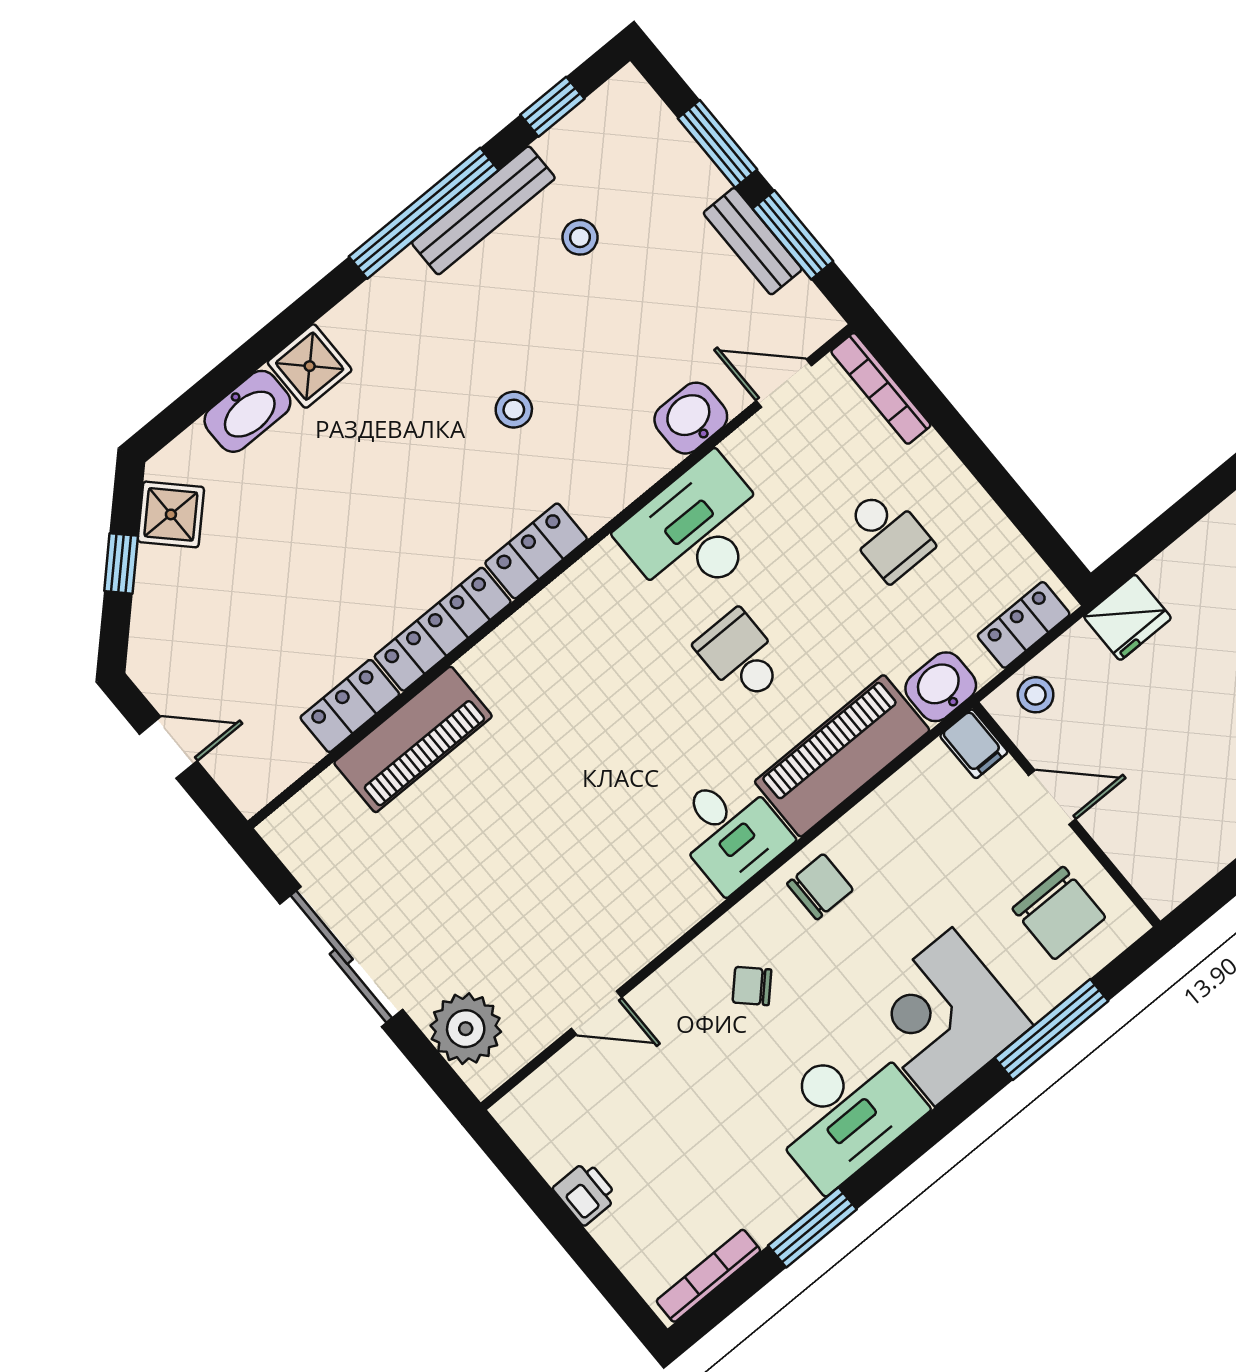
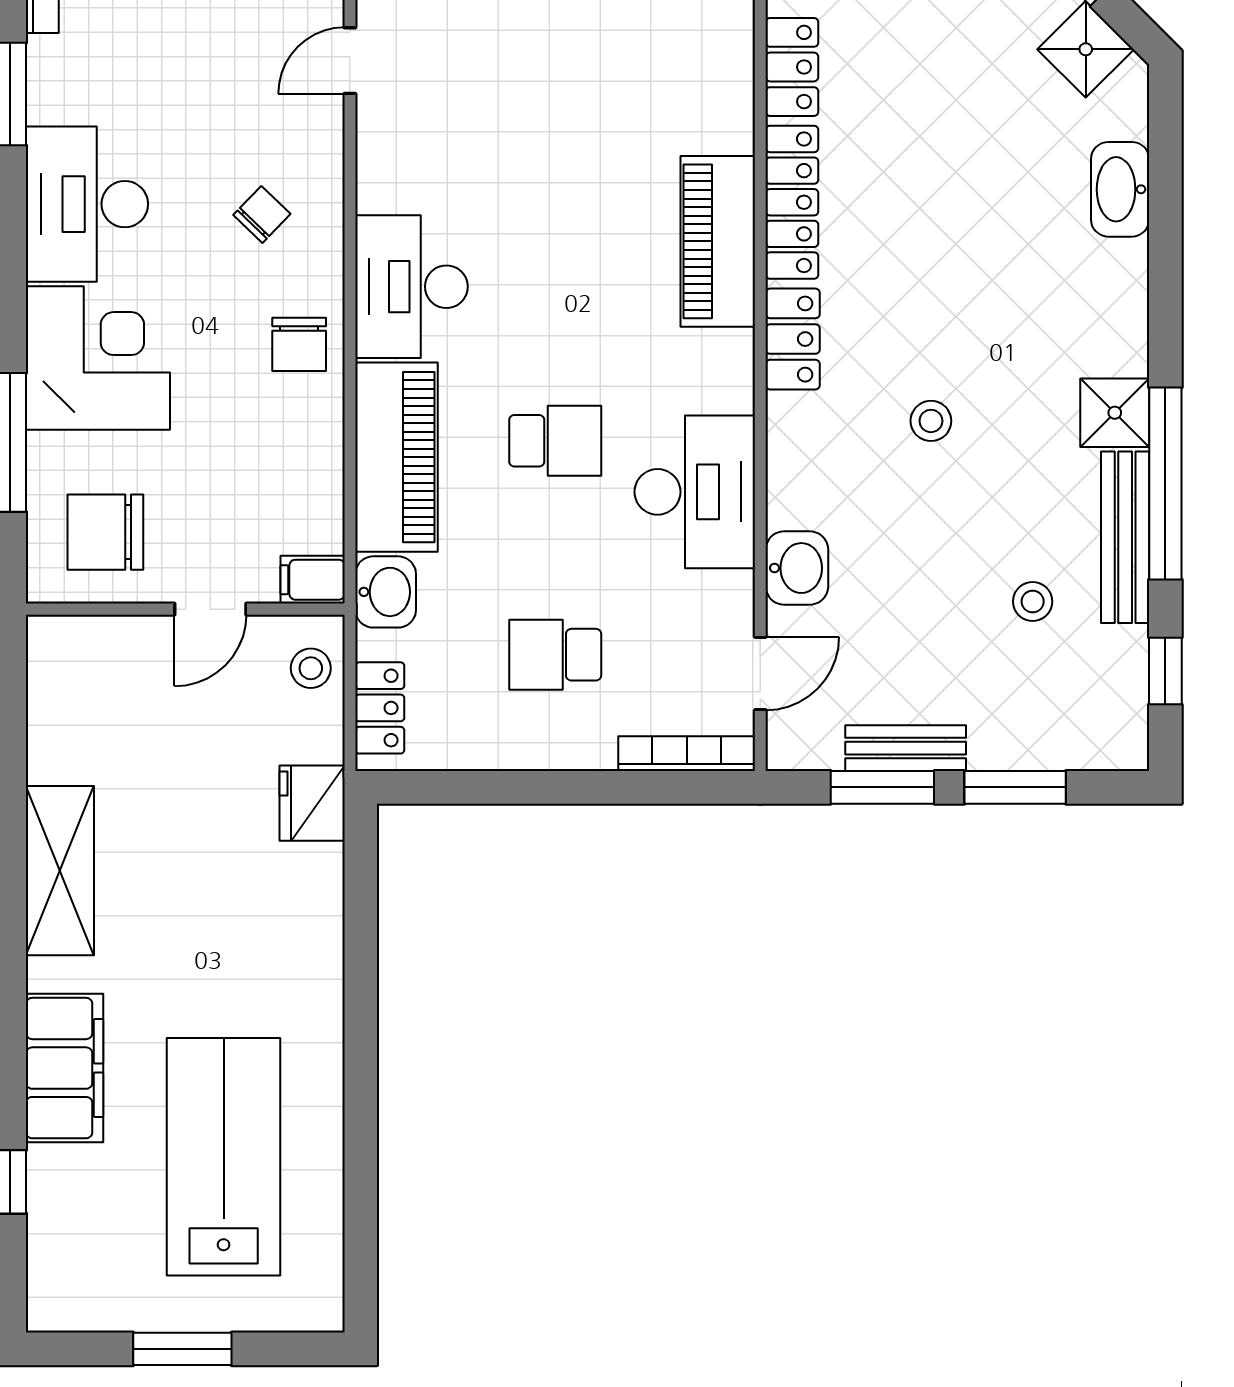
shower: (310, 366) -> (1115, 413), moved
piano: (413, 739) -> (718, 241), moved
desk: (730, 831) -> (412, 287), width x1.37

